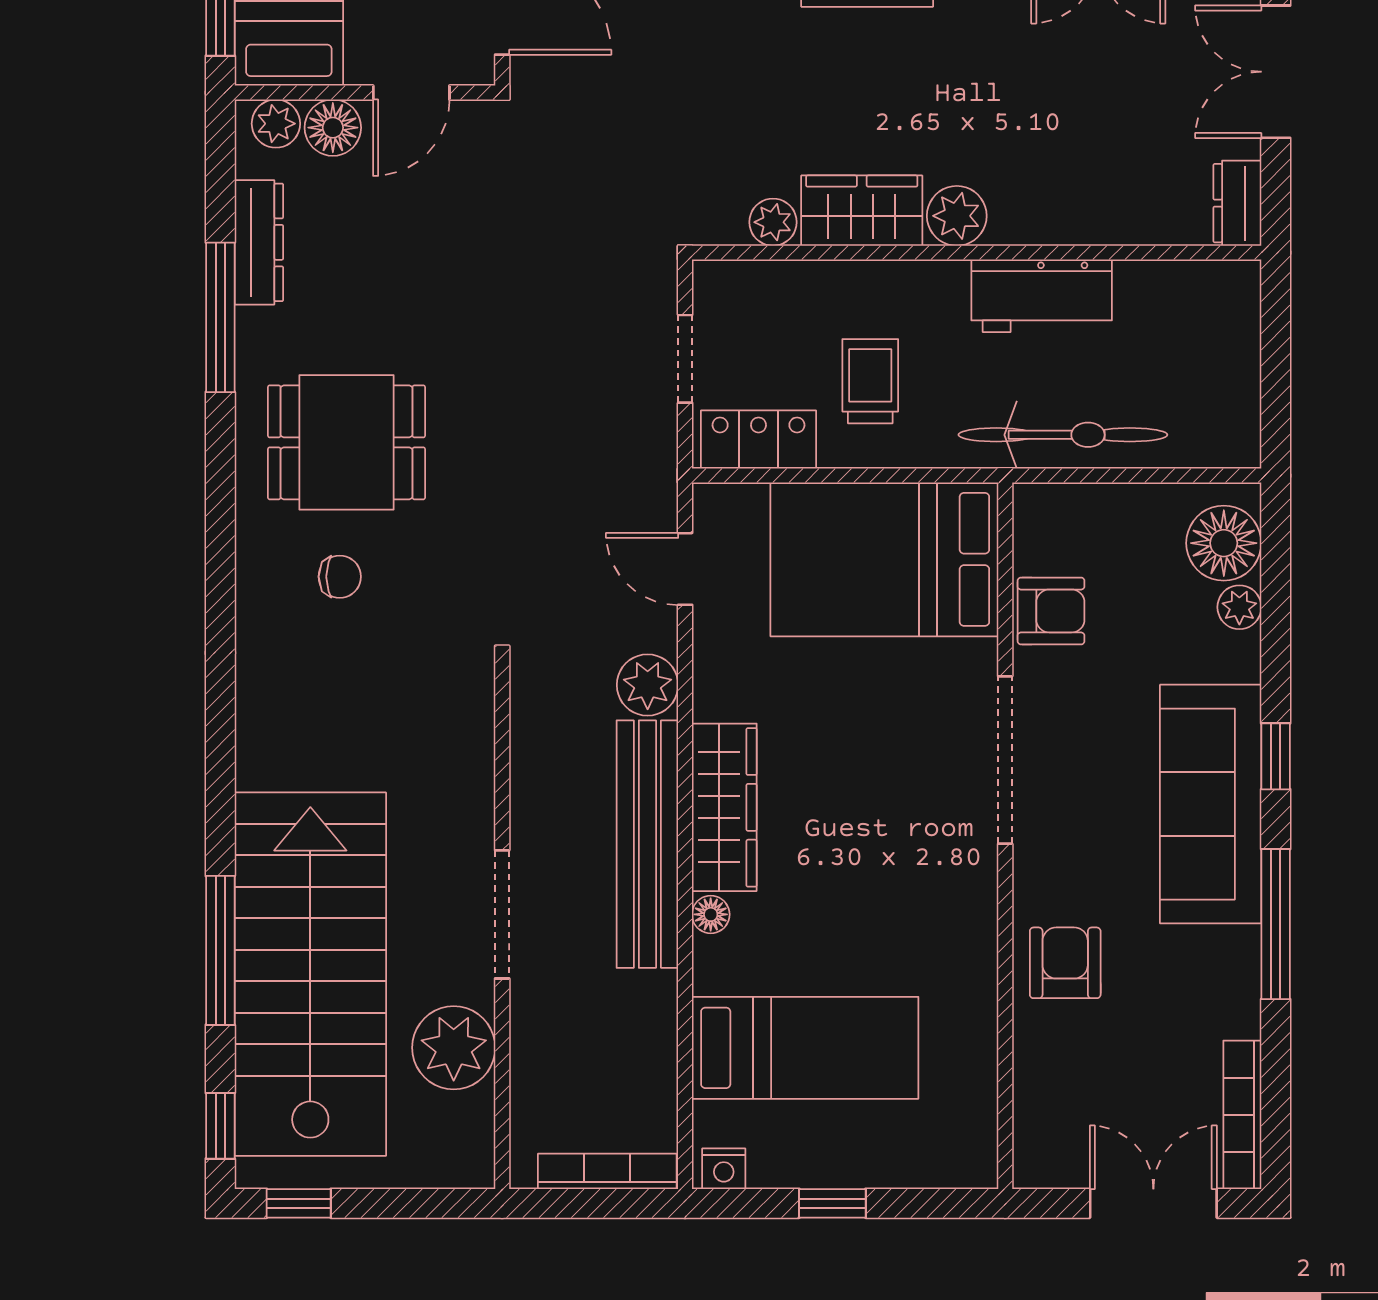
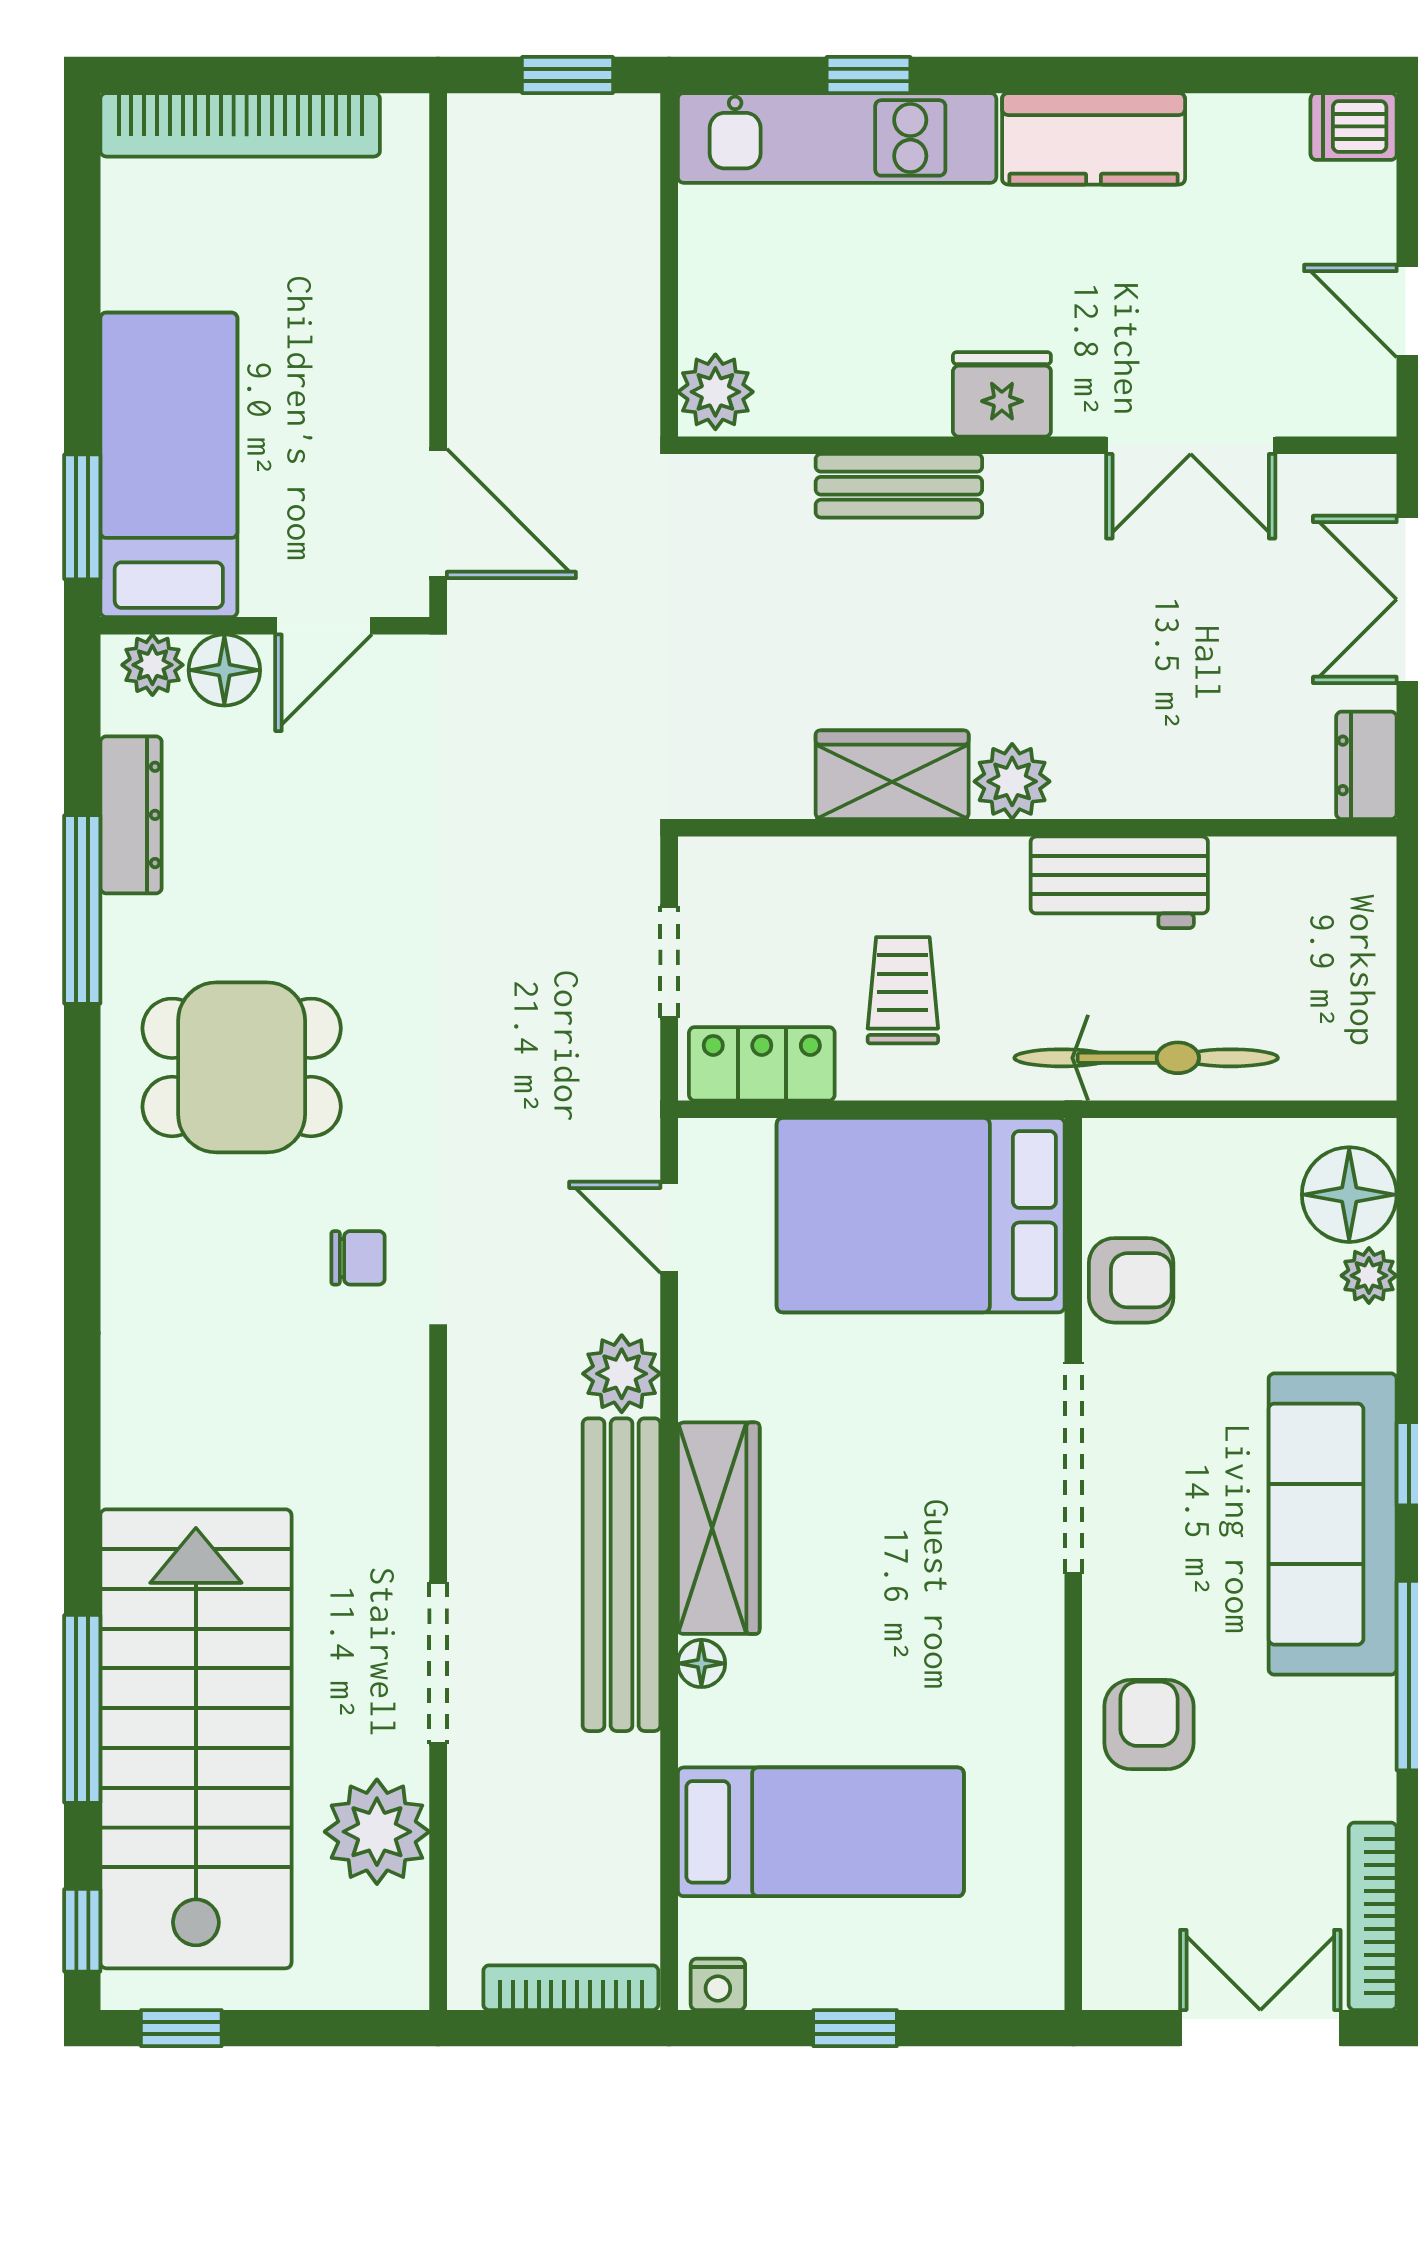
plant: (773, 222) -> (780, 789), removed
chair: (340, 577) -> (358, 1258), moved

